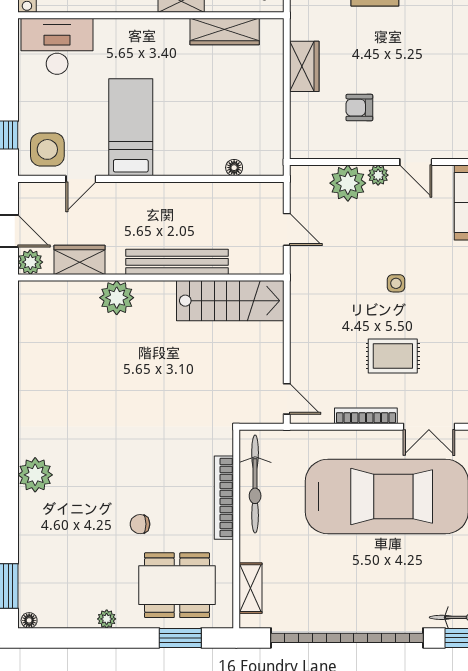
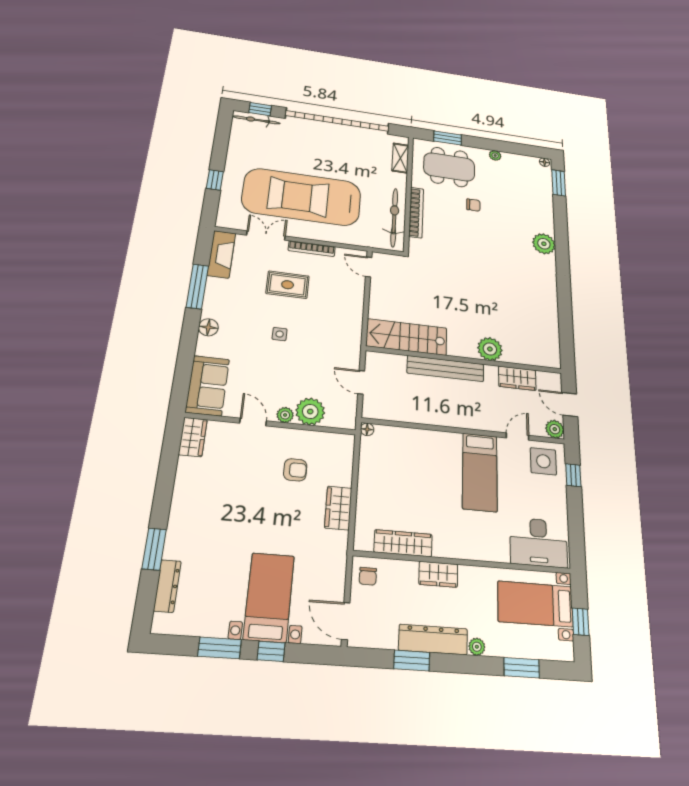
floor lamp: (234, 168) -> (367, 429), moved
plant: (30, 262) -> (555, 429), moved

